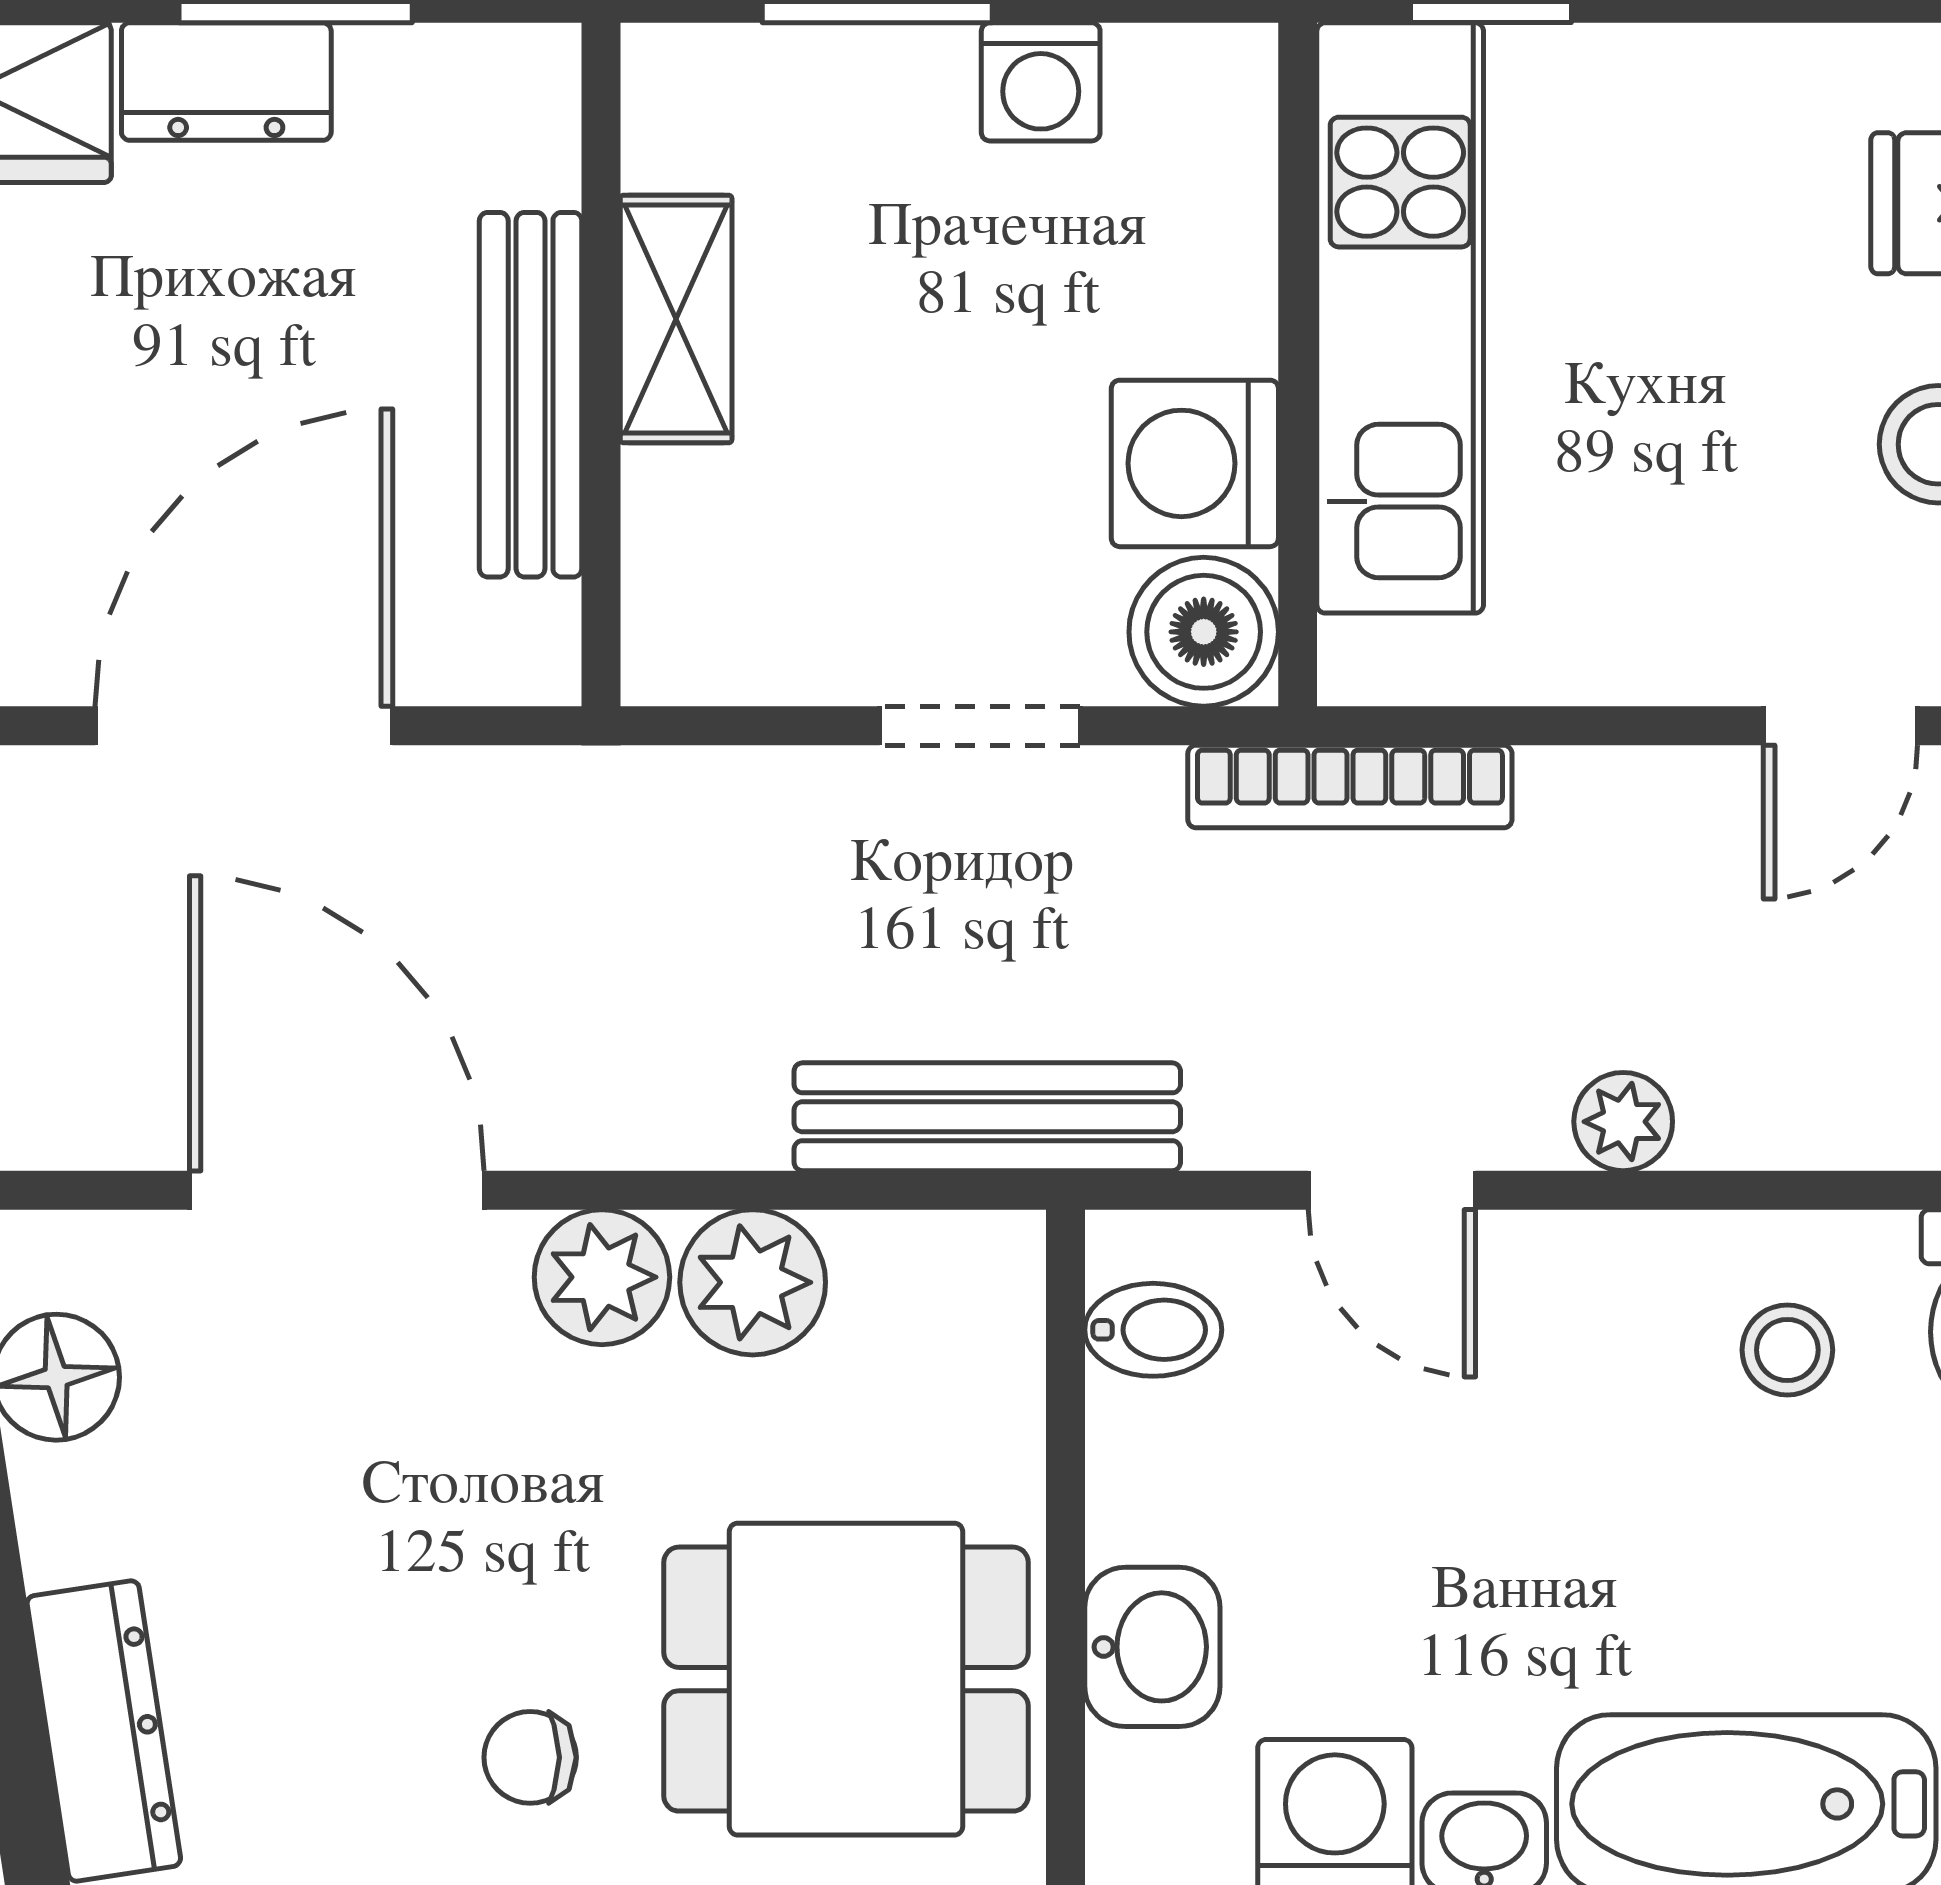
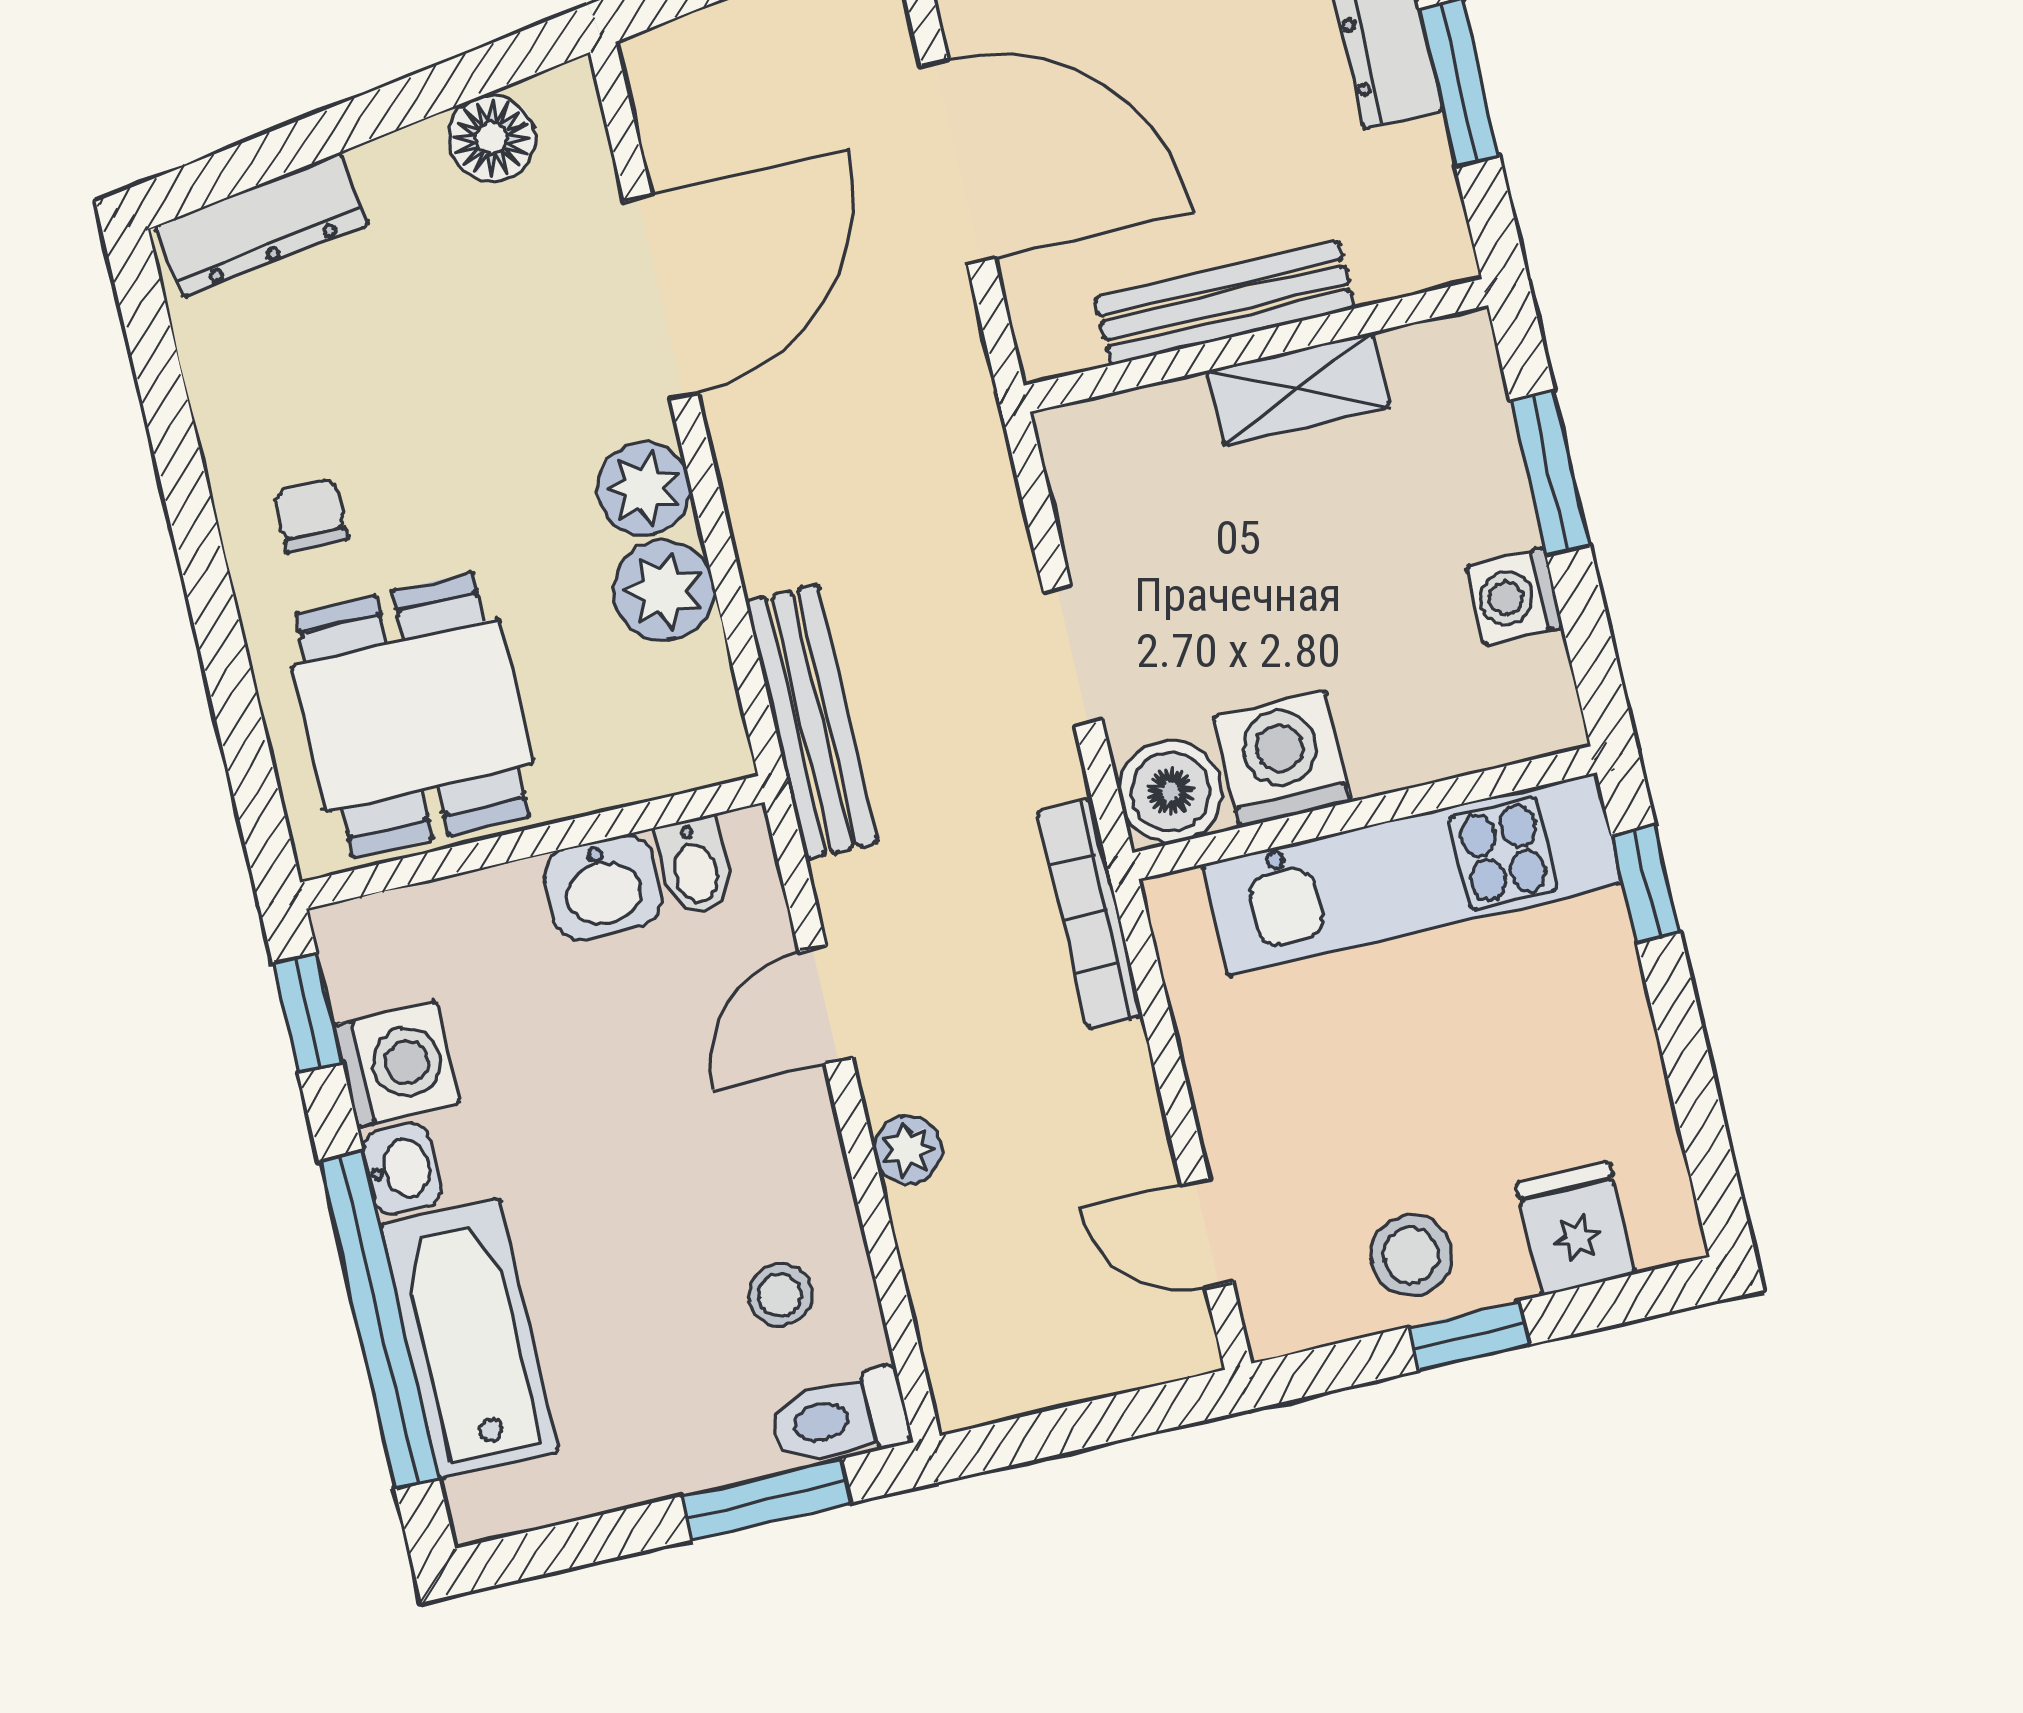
washbasin: (1152, 1647) -> (603, 887), moved

